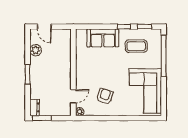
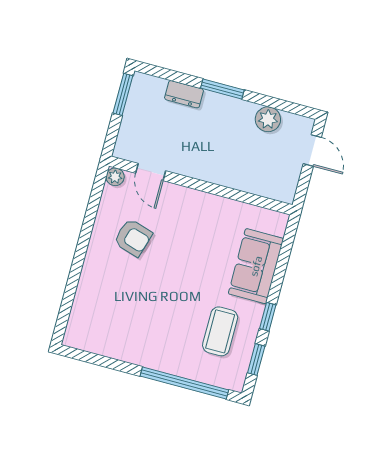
door: (44, 27) -> (312, 150), swing flipped
corner sofa: (145, 91) -> (122, 325), removed
dresser: (34, 108) -> (184, 94), moved

